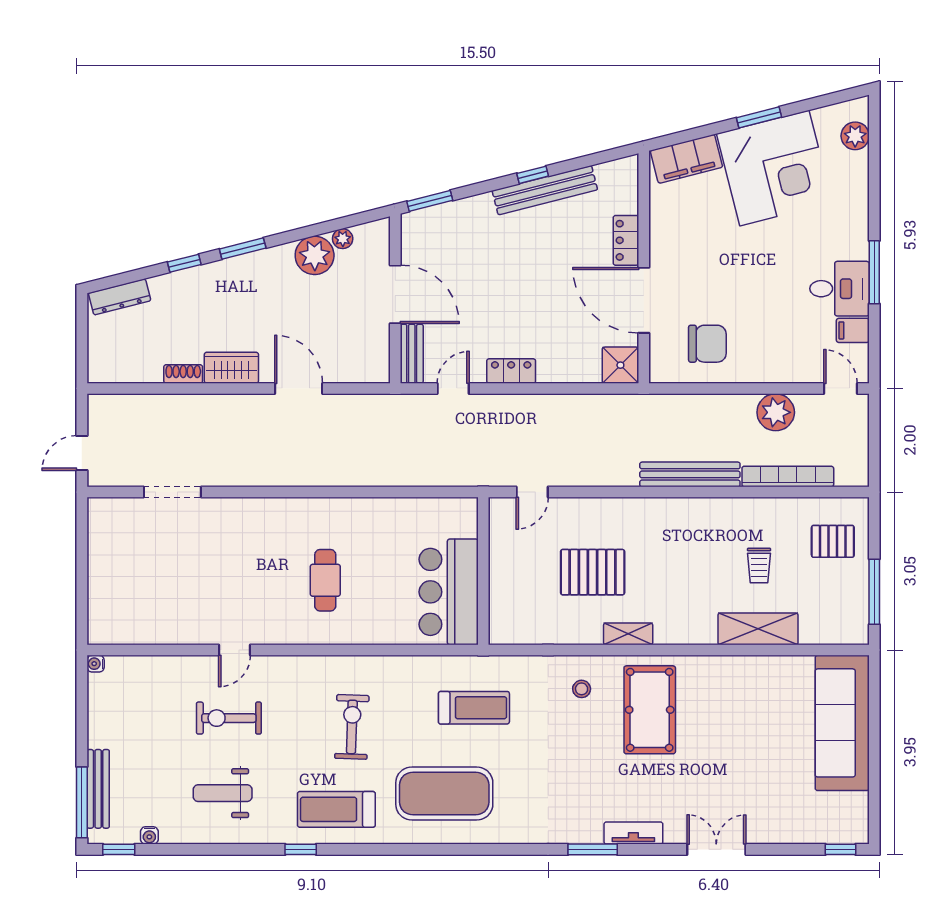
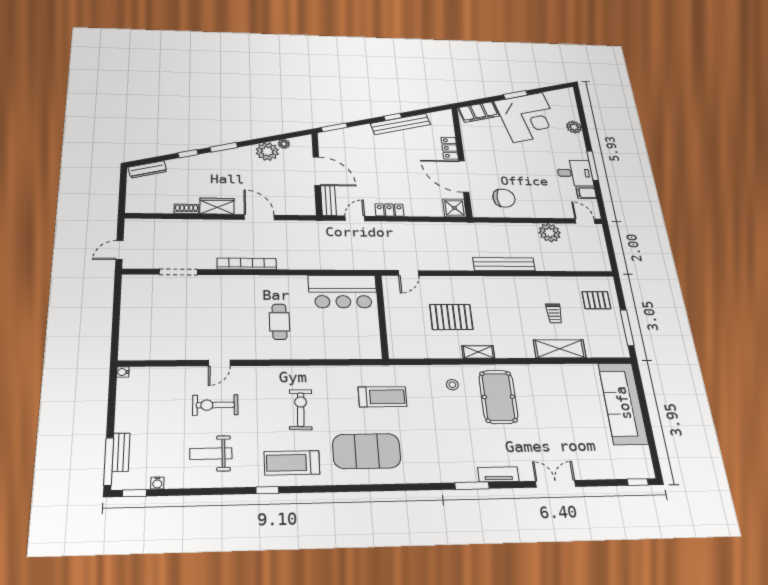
plant: (855, 136) -> (574, 127), moved
bookcase: (788, 476) -> (247, 264), moved
bar counter: (449, 592) -> (343, 292), moved, turned -90
bench: (98, 789) -> (121, 452), width x0.73

